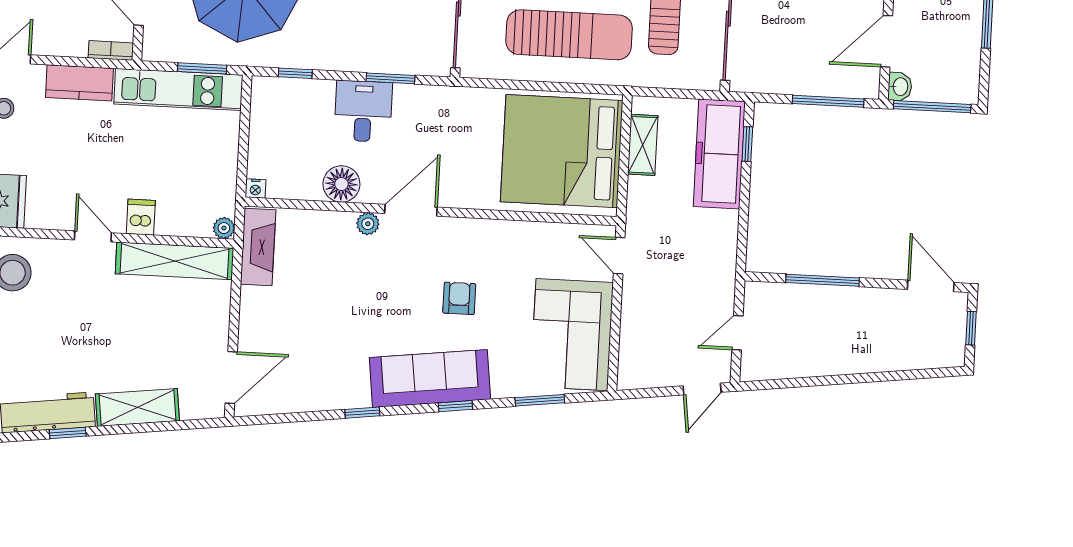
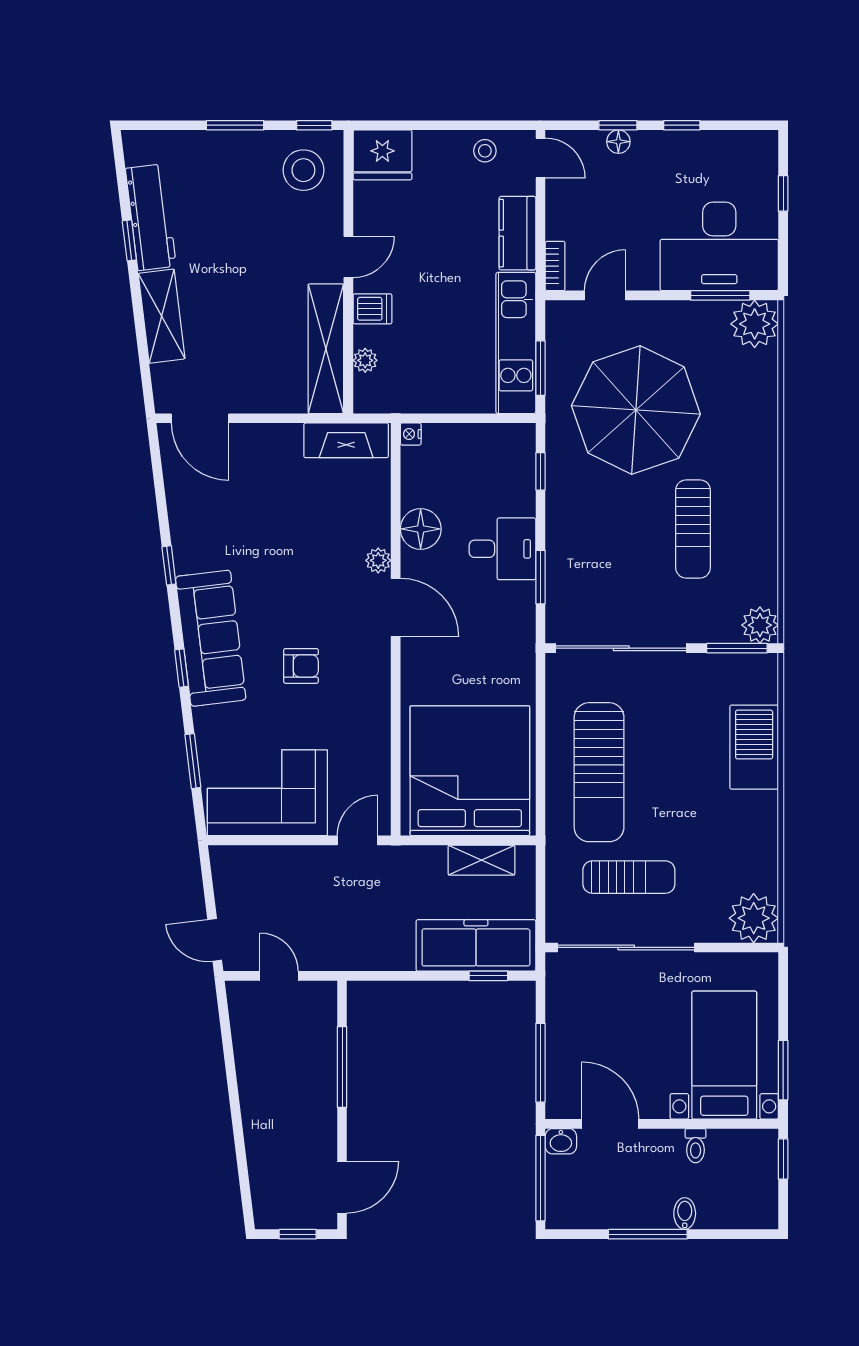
plant: (224, 228) -> (365, 360), moved

